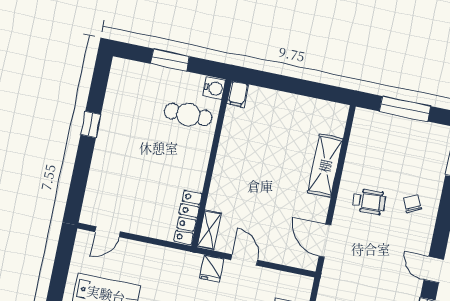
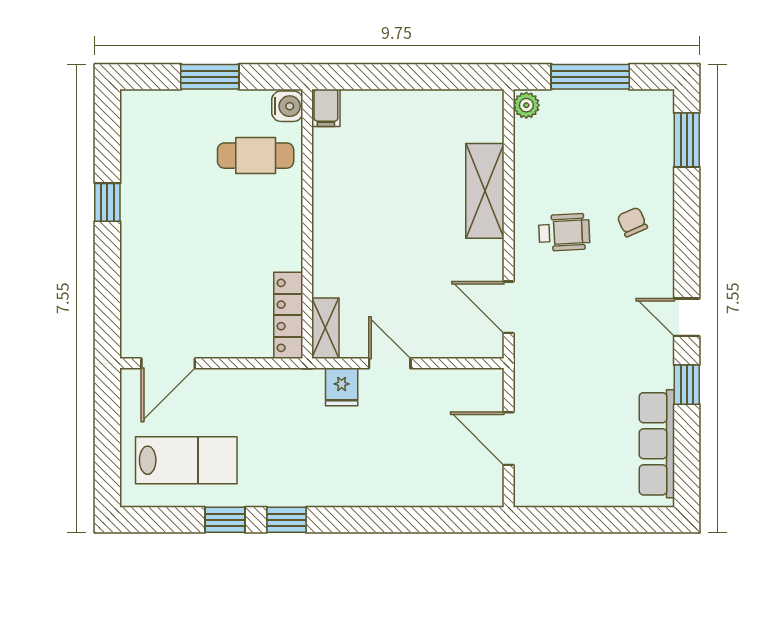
plant: (362, 118) -> (526, 105), added
door: (108, 232) -> (168, 363), width x1.38

